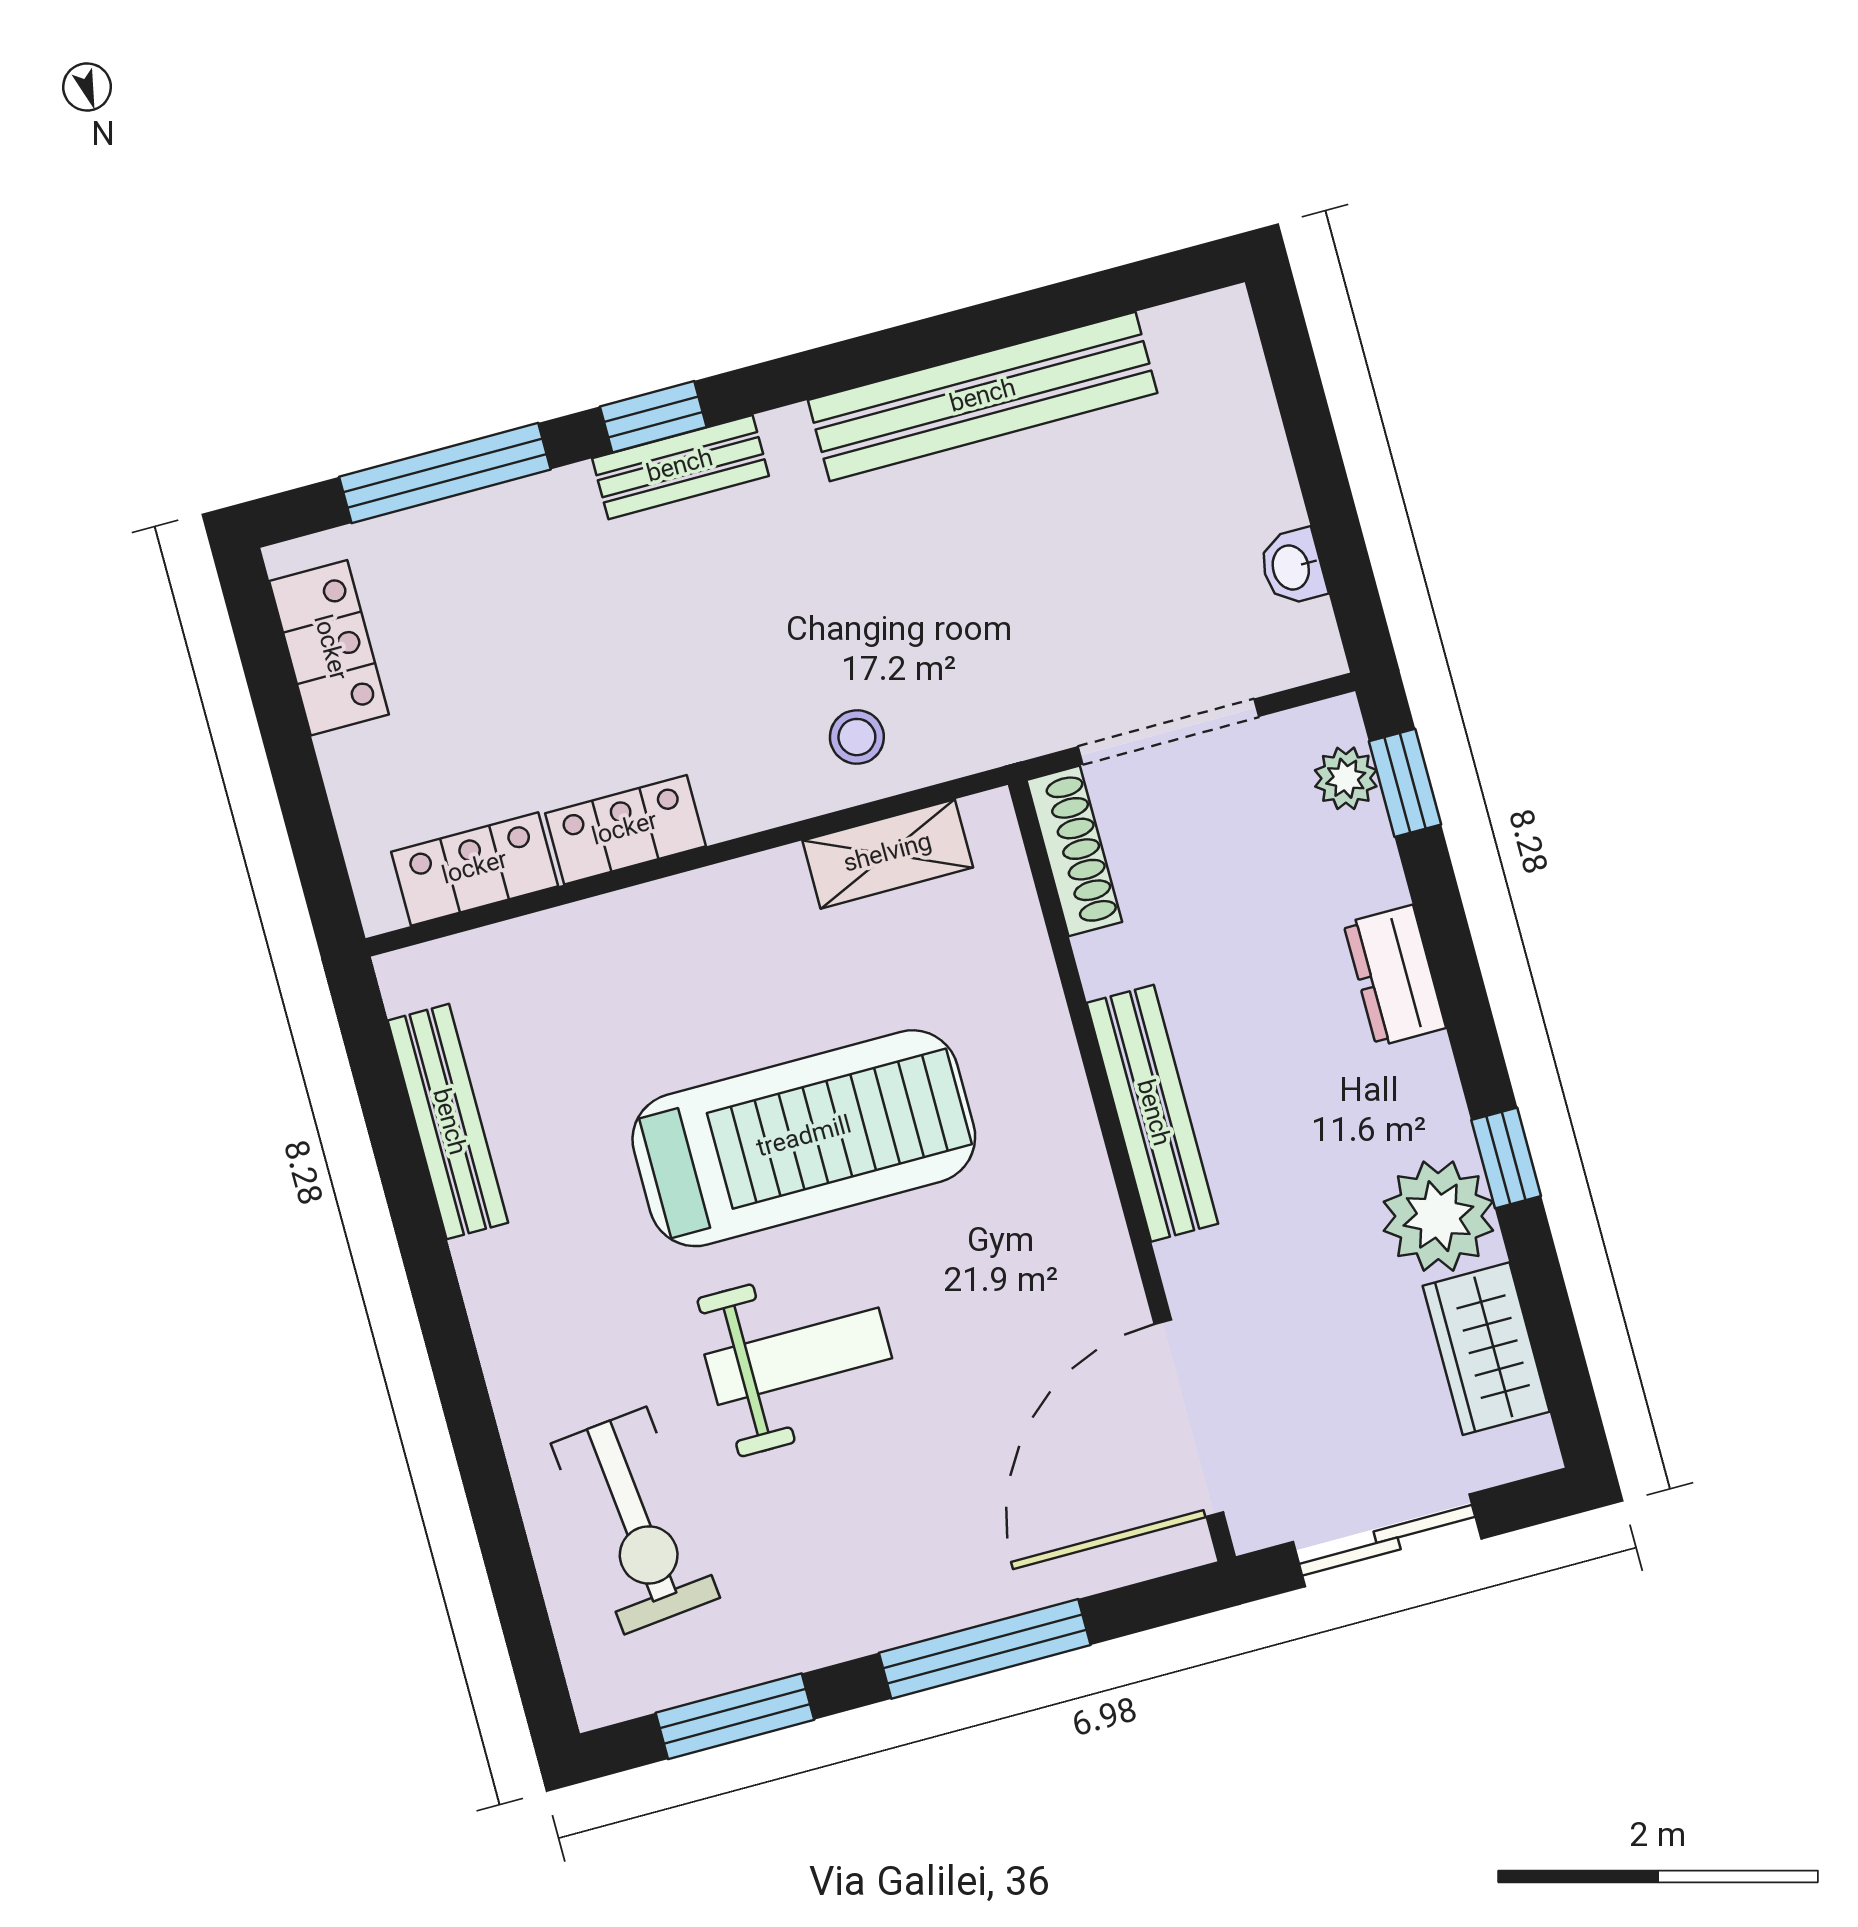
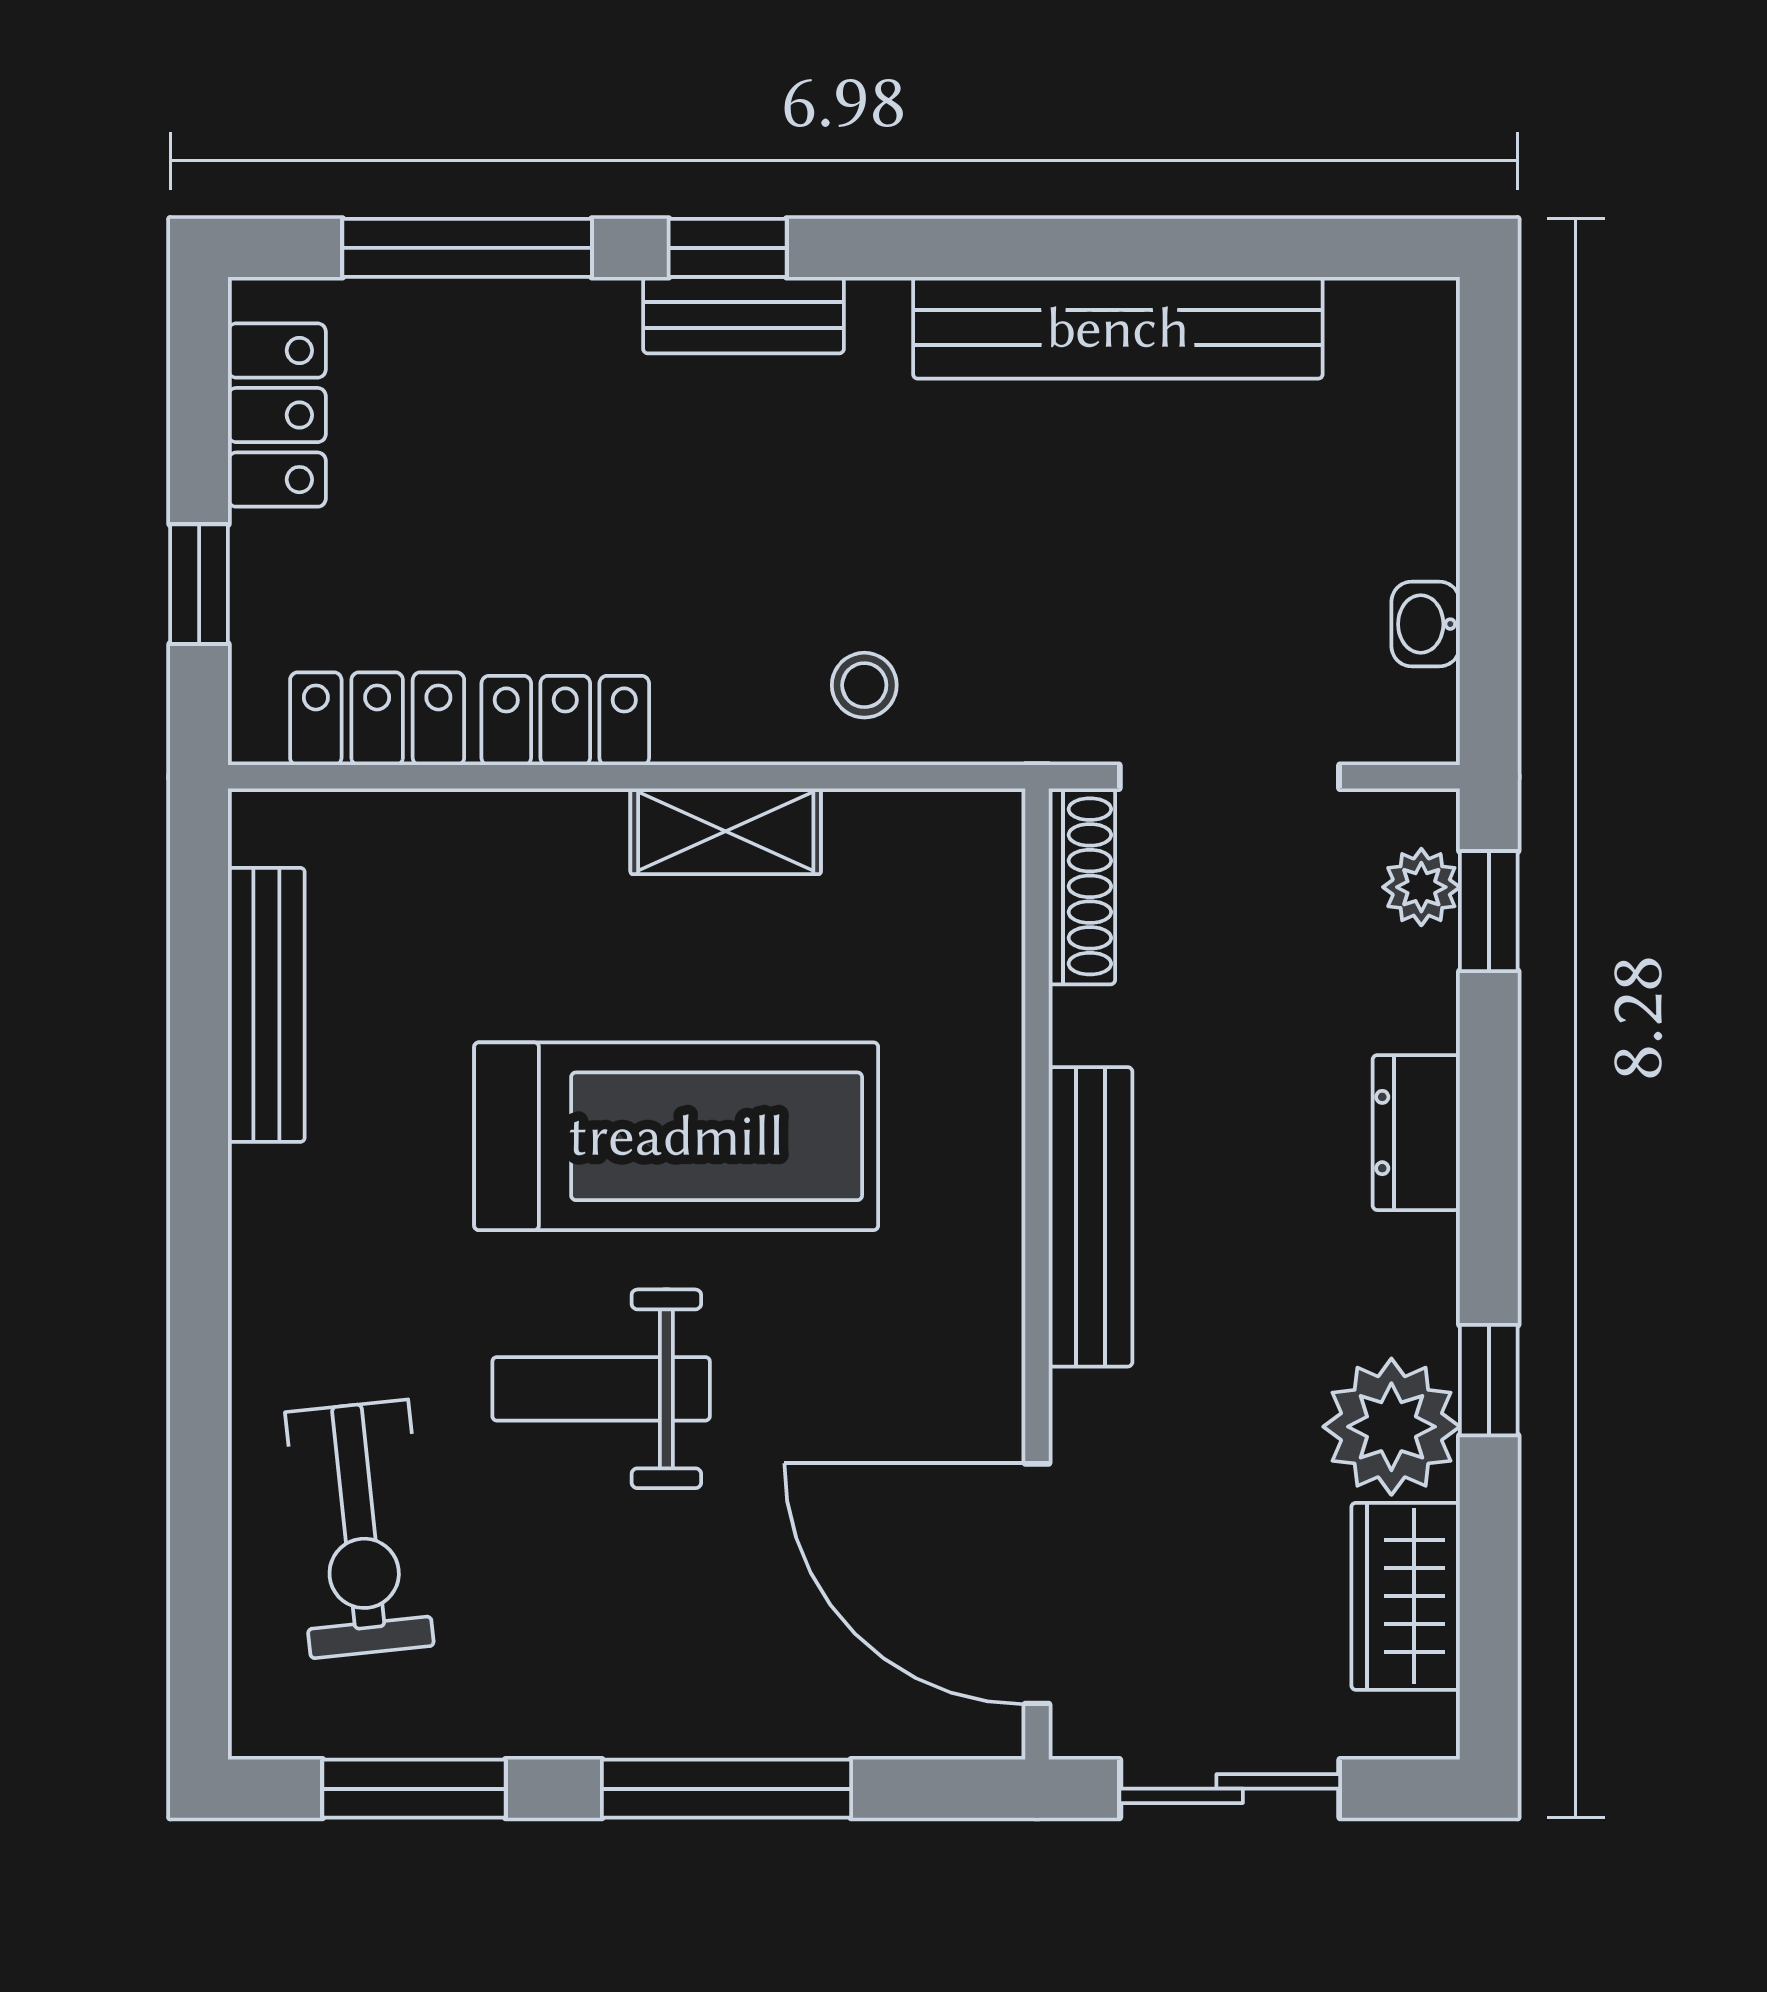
window: (303, 800) -> (199, 584), added
shelving: (888, 854) -> (726, 831), moved
weight bench: (798, 1356) -> (601, 1389), turned 180
door: (1189, 1418) -> (1037, 1584), hinge flipped

